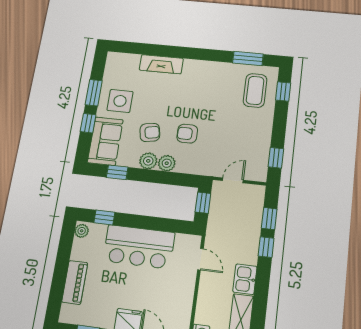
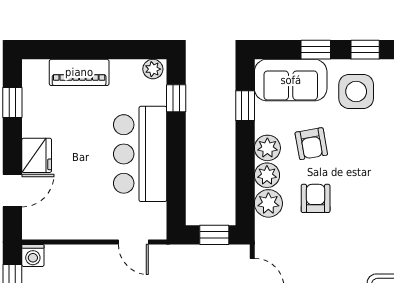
window: (94, 93) -> (365, 50), width x0.67
plant: (186, 164) -> (268, 203), added
door: (200, 259) -> (133, 242), hinge flipped

